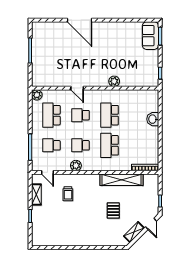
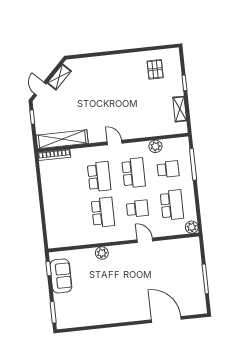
door: (80, 20) -> (166, 320), moved
sofa: (150, 36) -> (61, 276), moved
washbasin: (153, 119) -> (51, 213), removed
school desk: (80, 145) -> (134, 173), width x1.85
plant: (76, 166) -> (155, 146), moved
door: (48, 172) -> (115, 142), moved
shelving: (122, 180) -> (62, 139), moved
trolley: (68, 194) -> (142, 114), removed
pallet: (113, 210) -> (155, 69), moved

